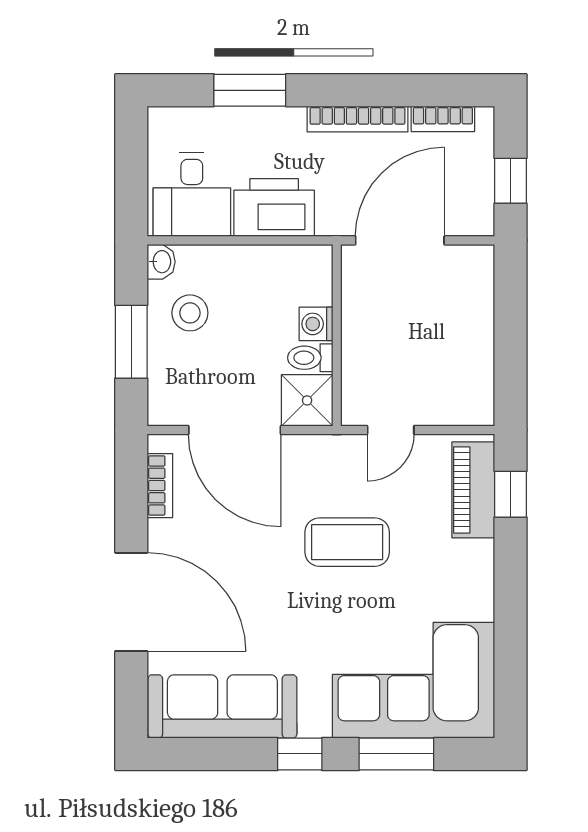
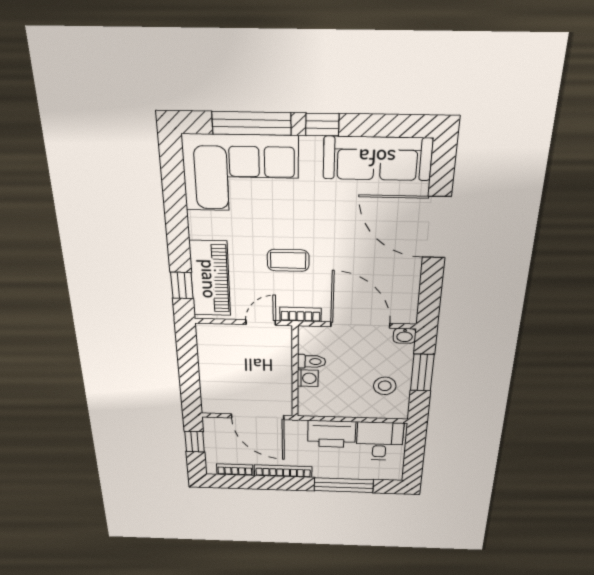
window: (250, 90) -> (344, 485), width x1.44
door: (400, 240) -> (258, 417), hinge flipped
washbasin: (161, 262) -> (405, 336), moved, turned -90
shower: (307, 400) -> (314, 340), removed
bookcase: (160, 486) -> (301, 314), moved, turned 90
piano: (473, 490) -> (210, 279), width x1.37, depth x1.33
coffee table: (347, 542) -> (288, 260), width x0.73, depth x0.77
window: (396, 754) -> (252, 123), width x1.44

